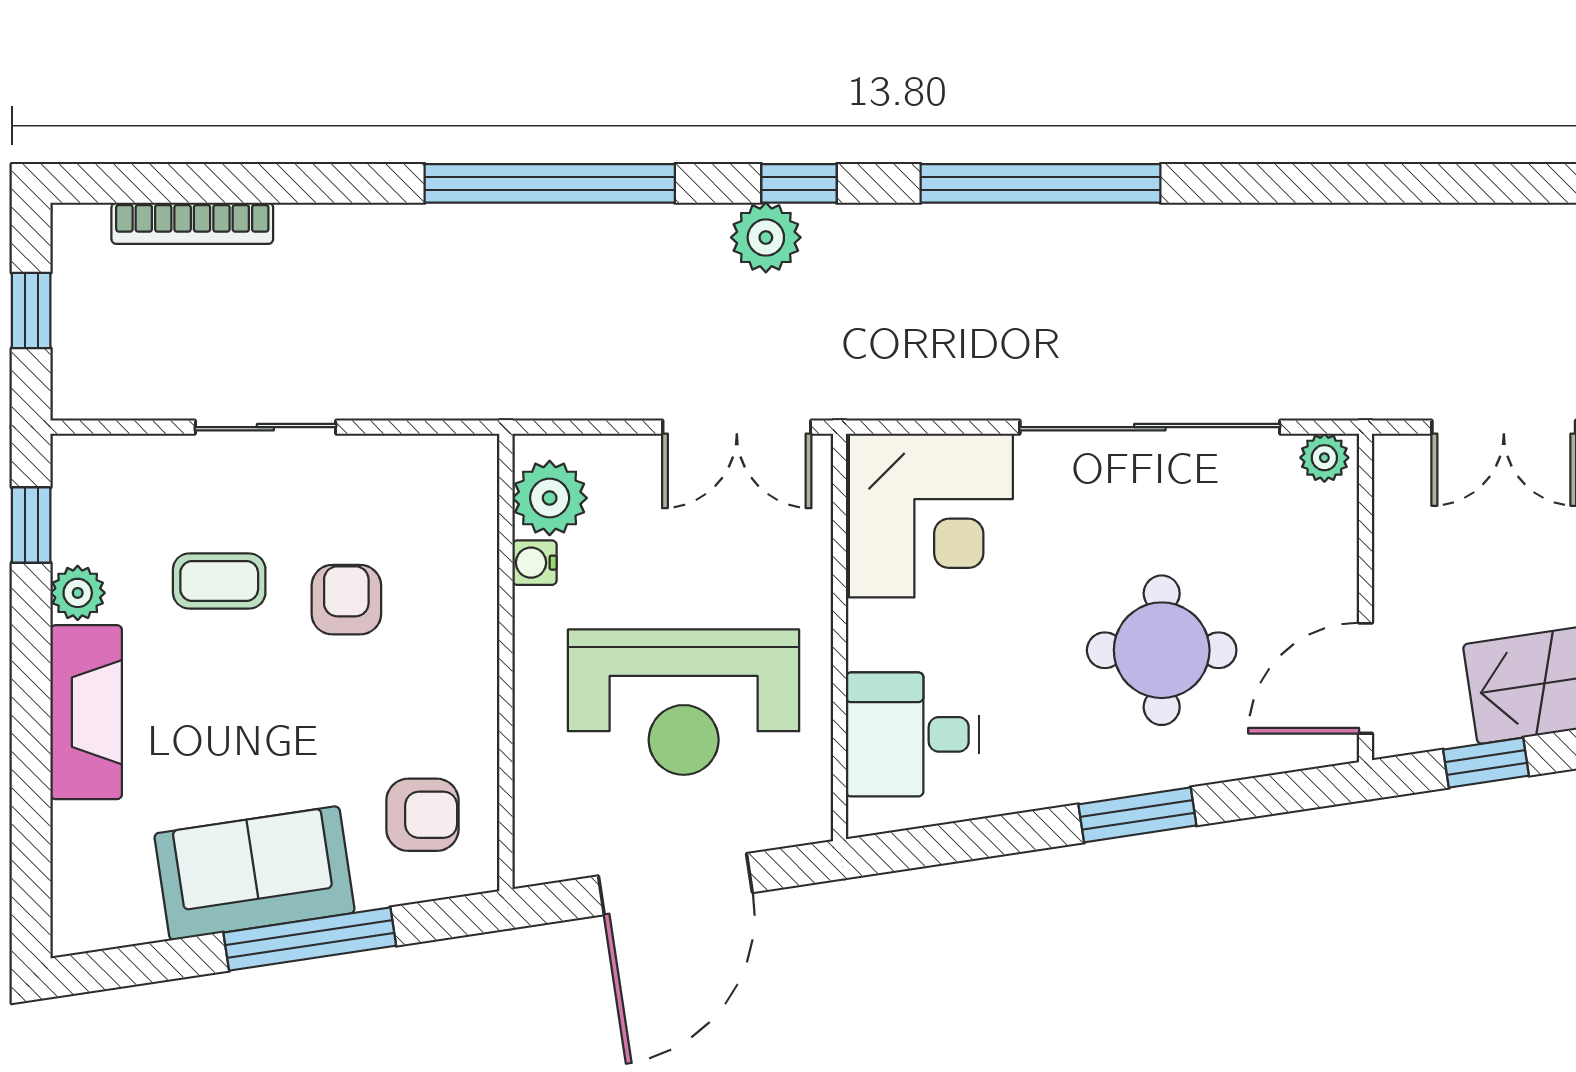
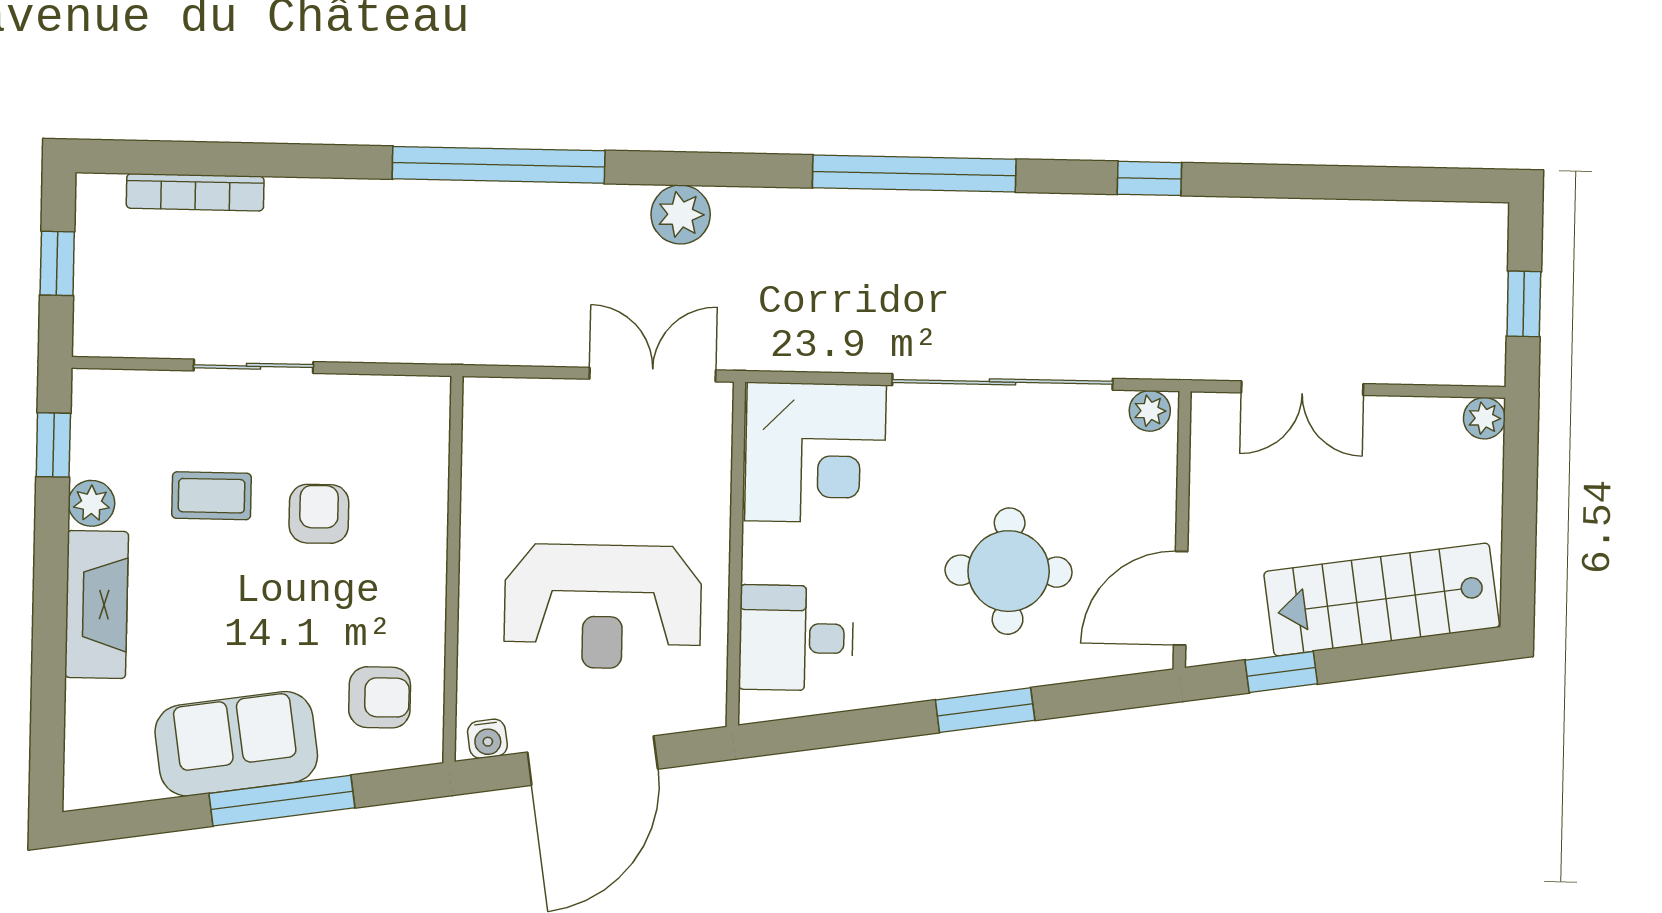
window: (799, 183) -> (1149, 178), moved
double door: (737, 427) -> (653, 375), swing flipped
plant: (550, 498) -> (493, 431), removed
water cooler: (535, 563) -> (487, 739), moved, turned -99

